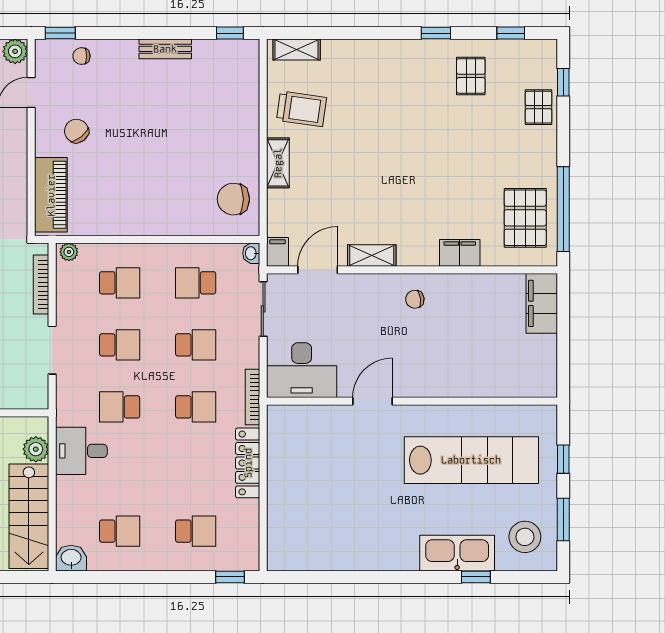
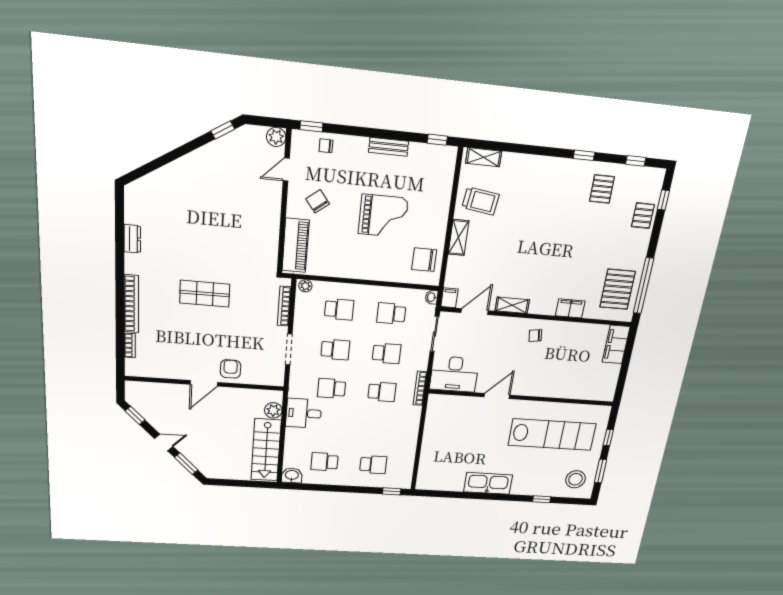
grand piano: (168, 142) -> (383, 216), added
locker: (248, 463) -> (411, 427), removed
school desk: (120, 531) -> (325, 462), turned 180
kitchen sink: (457, 553) -> (488, 483), moved

